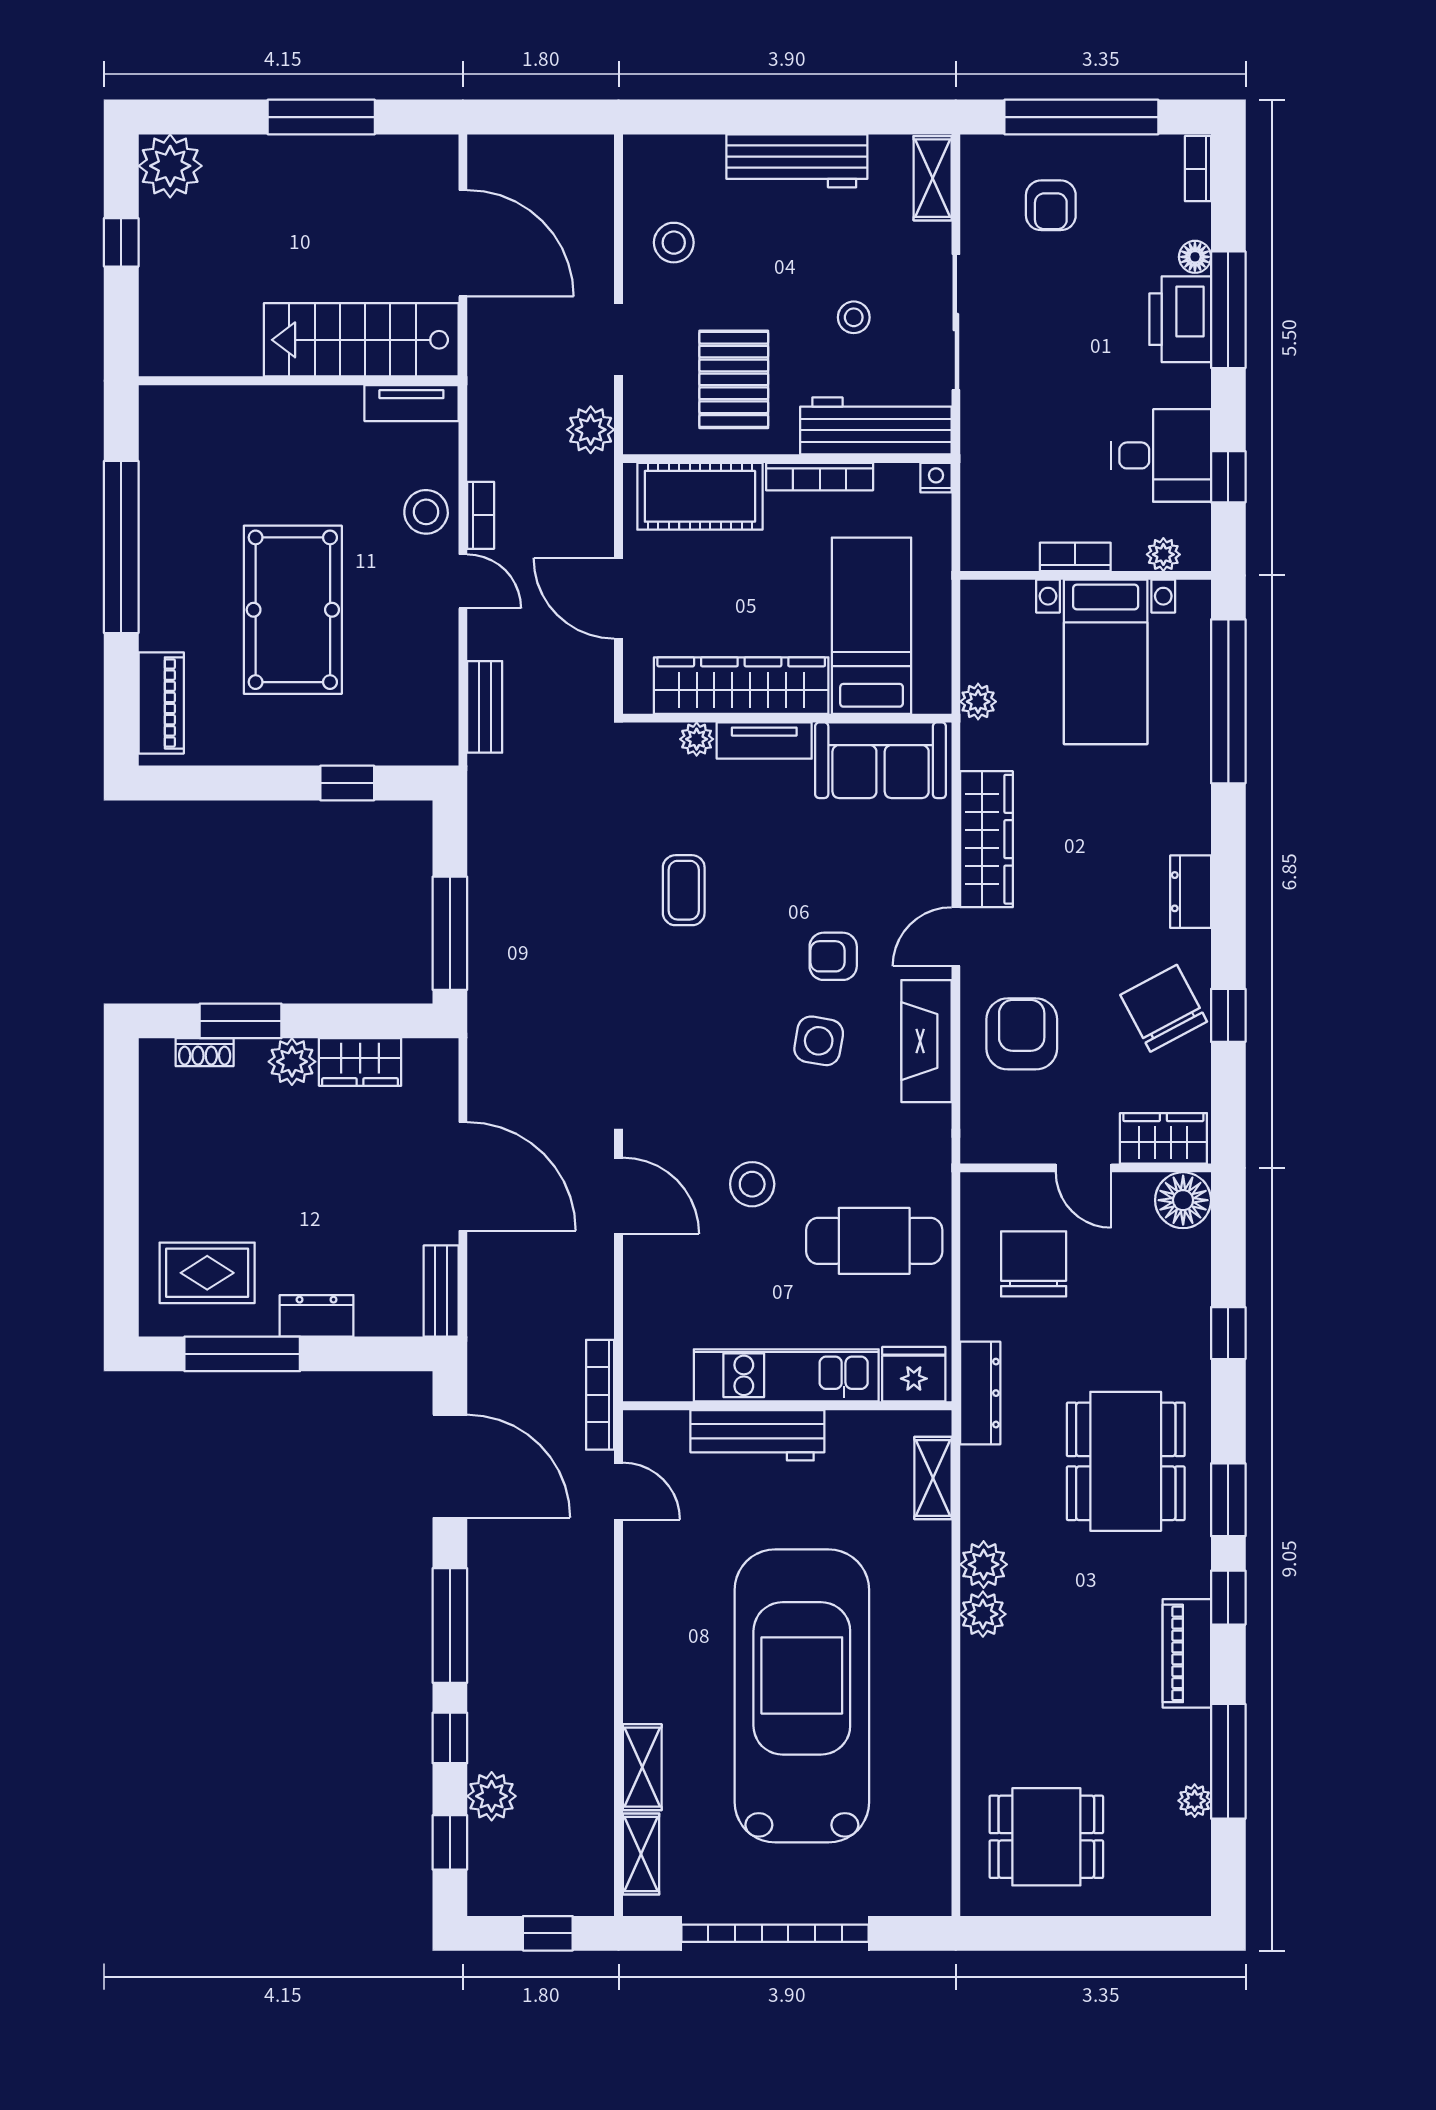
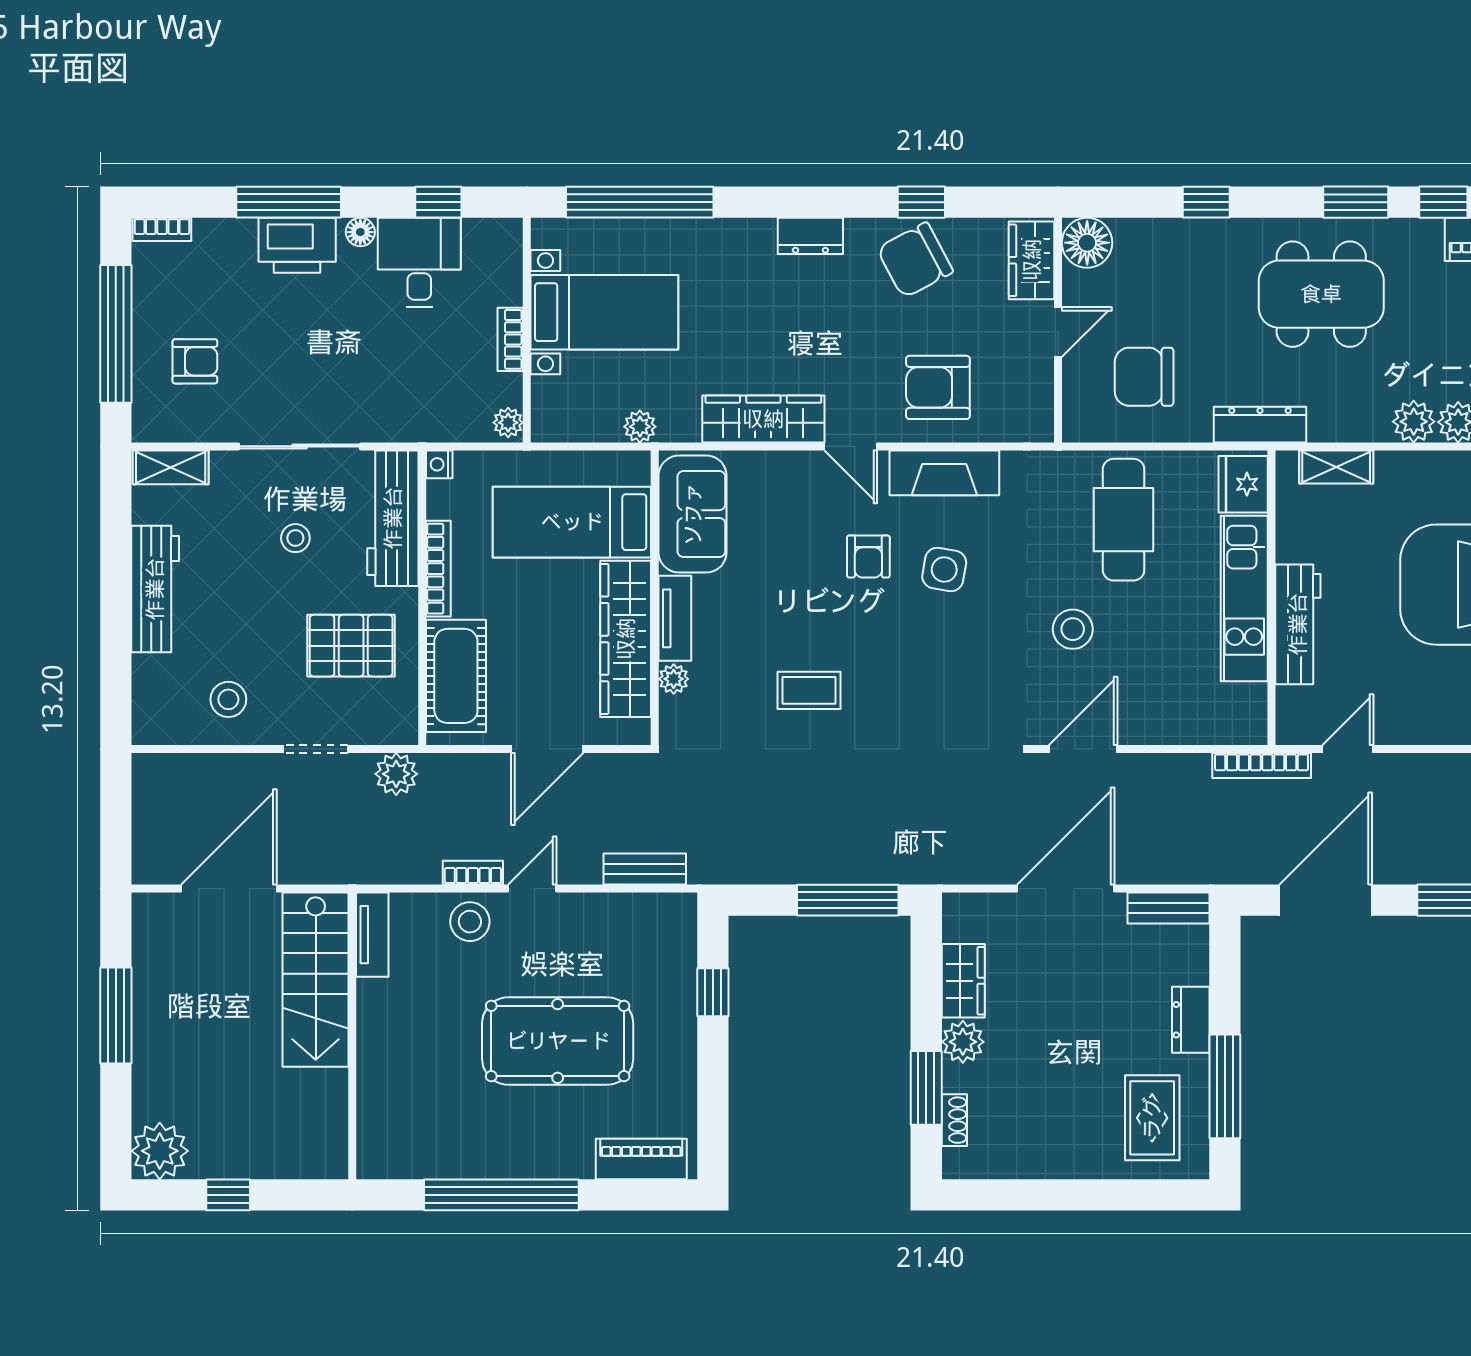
floor lamp: (1195, 257) -> (360, 232), moved
plant: (1163, 554) -> (508, 423), moved

